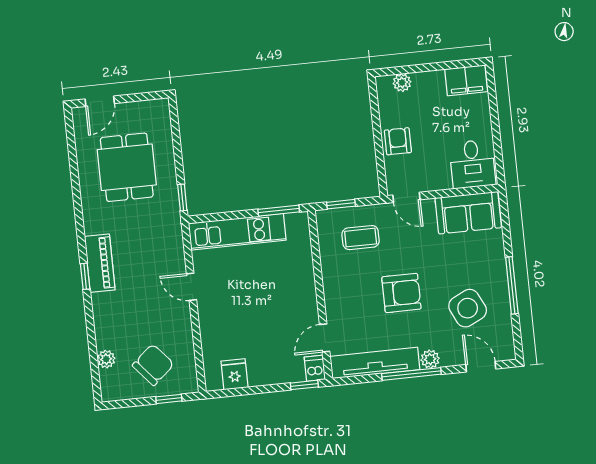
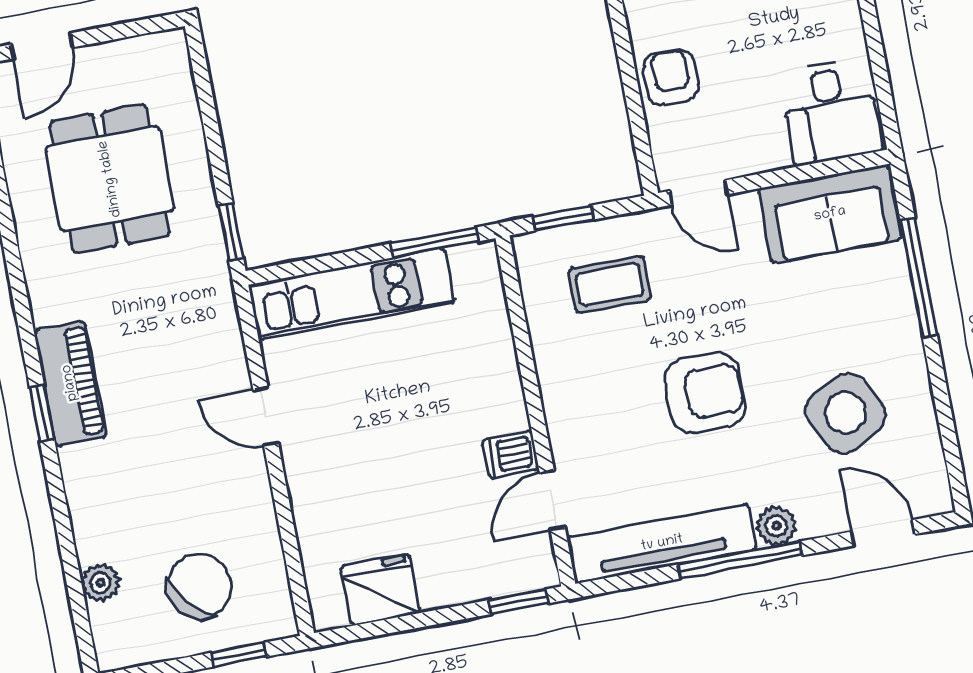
window: (512, 285) -> (919, 278), moved
dishwasher: (315, 368) -> (511, 454), moved, turned -90
fridge: (234, 374) -> (380, 590), width x1.38

